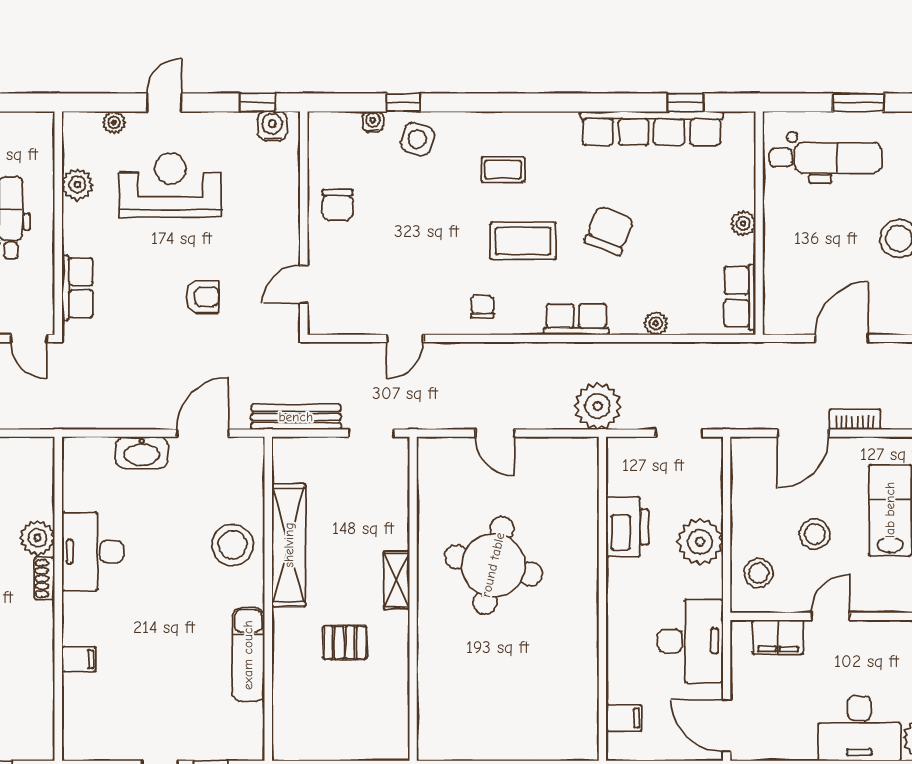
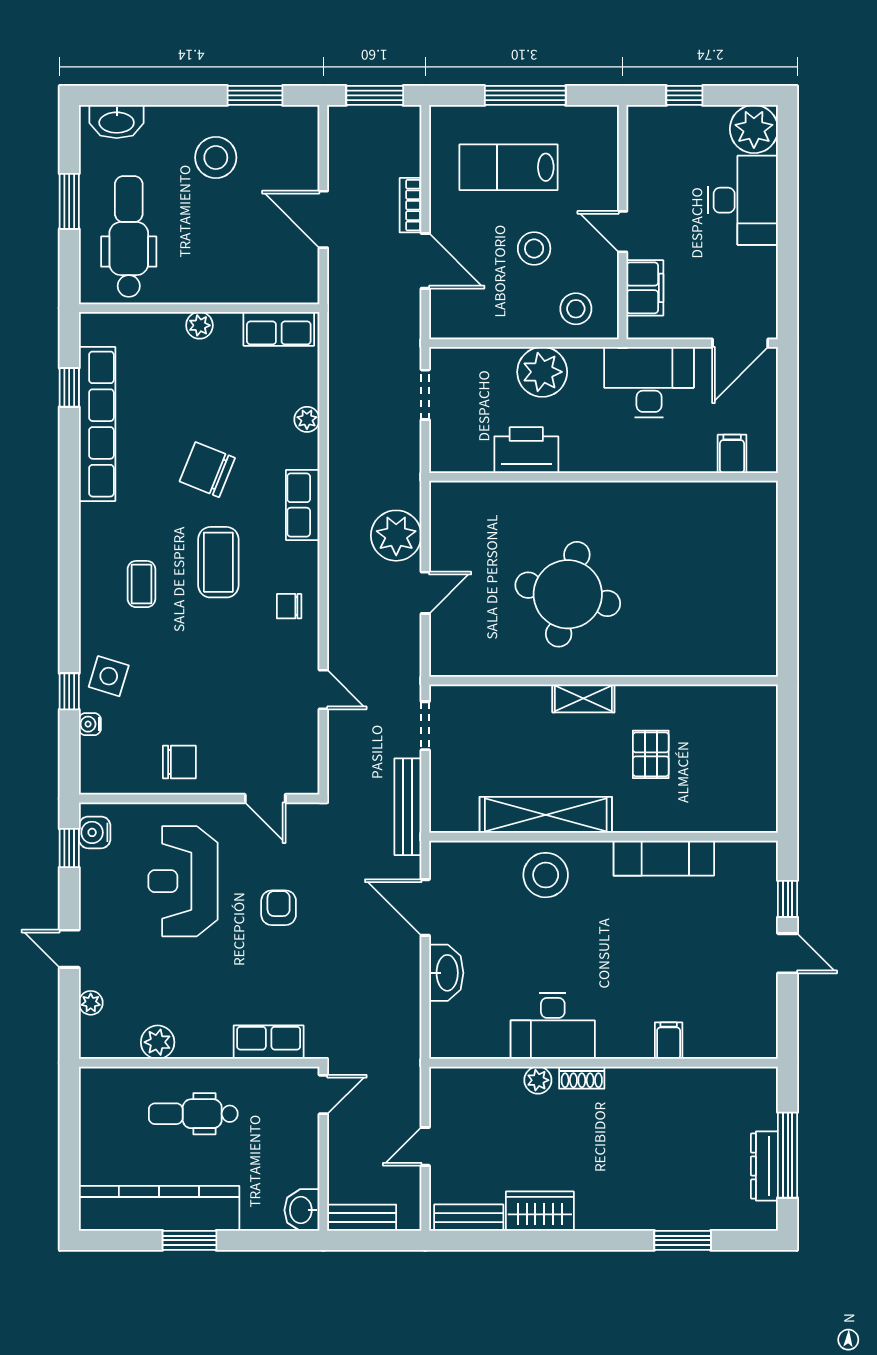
reception desk: (170, 185) -> (183, 881), moved
plant: (598, 406) -> (396, 536), moved
plant: (37, 538) -> (538, 1080), width x0.73, depth x0.73

